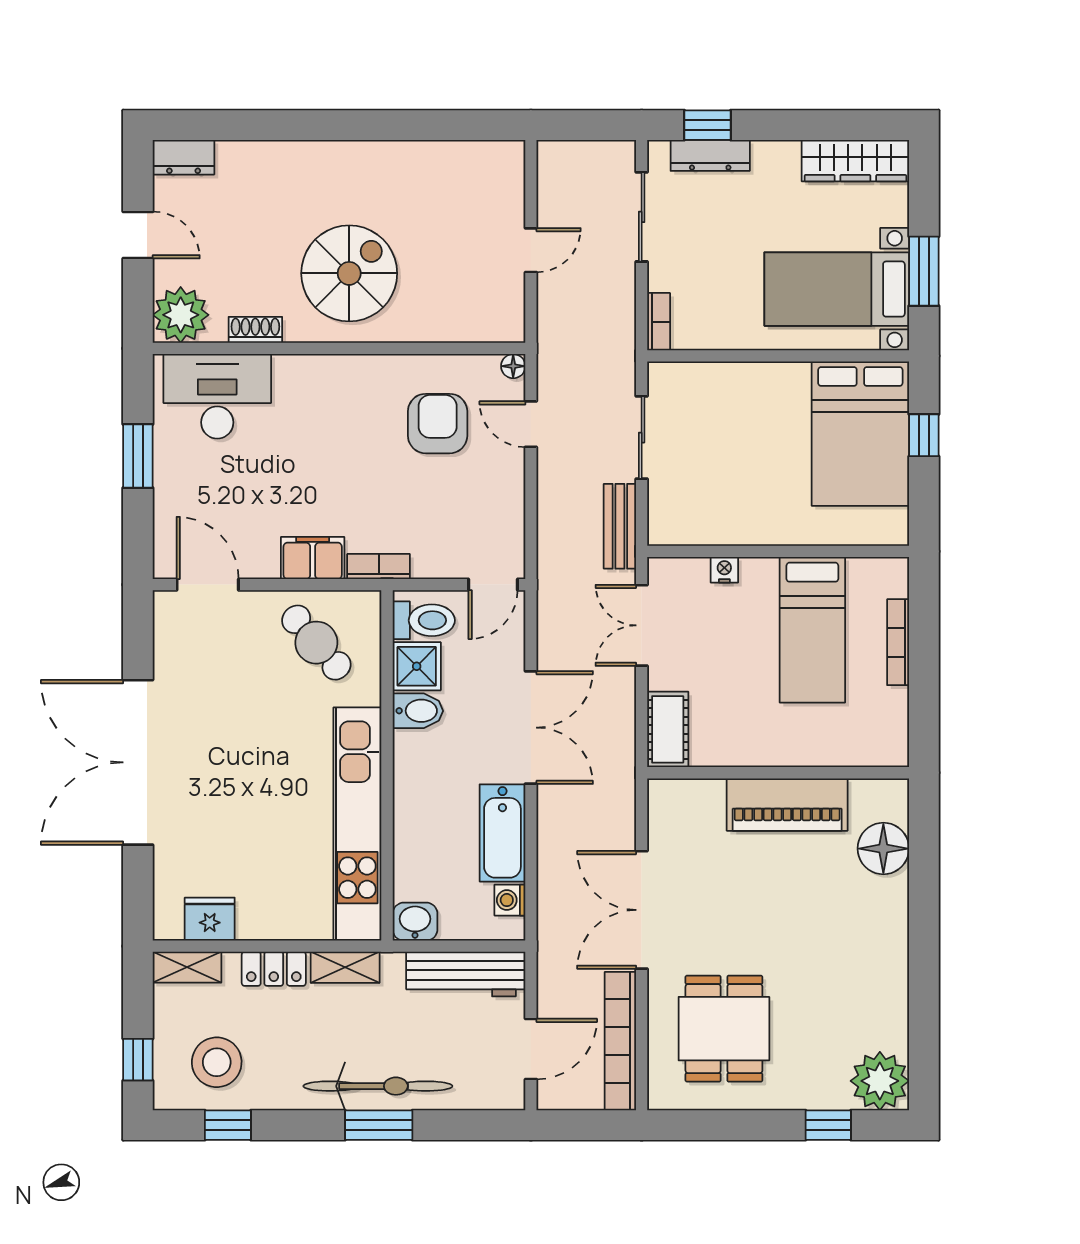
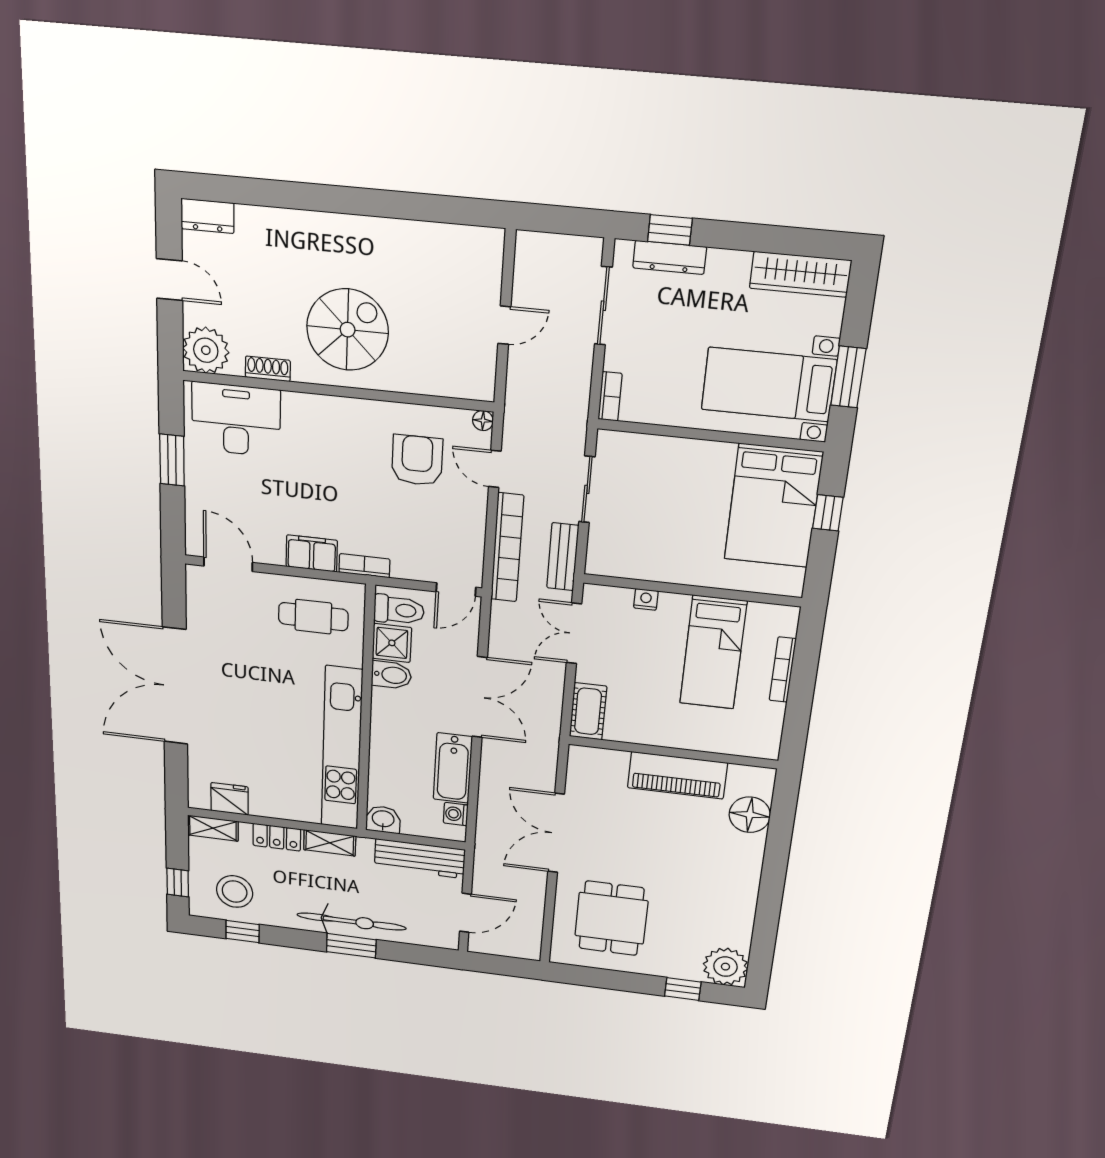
cafe table: (316, 643) -> (313, 617), turned -49
bookcase: (620, 1041) -> (507, 548), moved, turned 180

